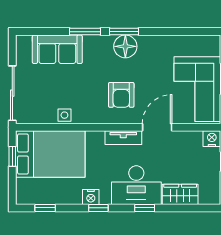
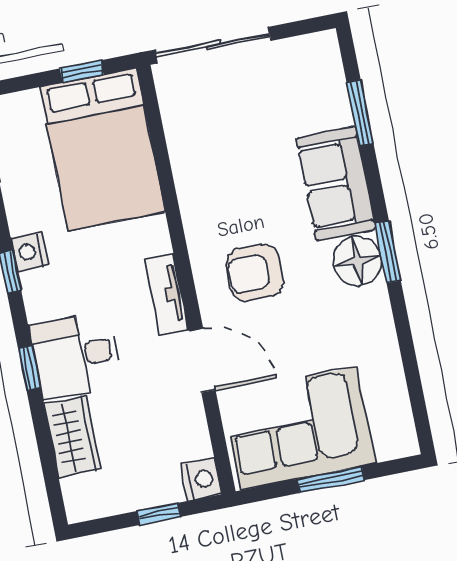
window: (85, 32) -> (360, 113), moved
sofa: (57, 49) -> (336, 184), moved
side table: (64, 115) -> (189, 163), removed
desk: (136, 185) -> (76, 355), width x0.73

